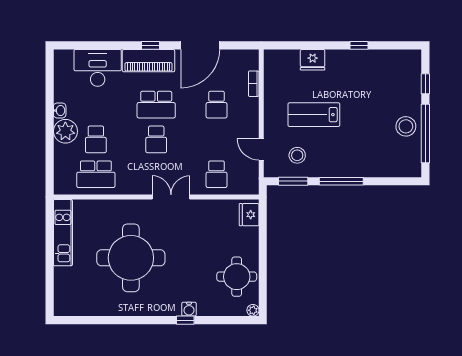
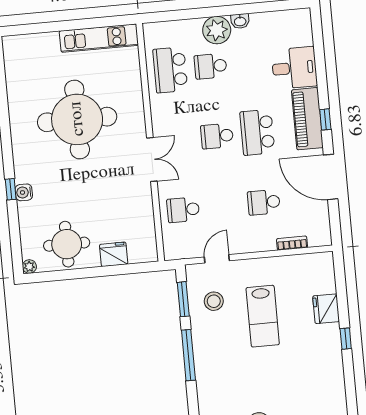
window: (359, 45) -> (346, 339), moved
desk: (98, 68) -> (294, 68), width x0.73
lab bench: (314, 115) -> (263, 316), turned 180
fridge: (249, 215) -> (114, 254), moved

